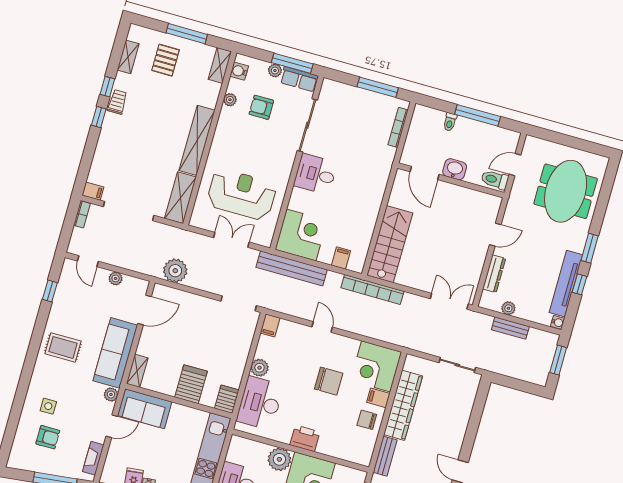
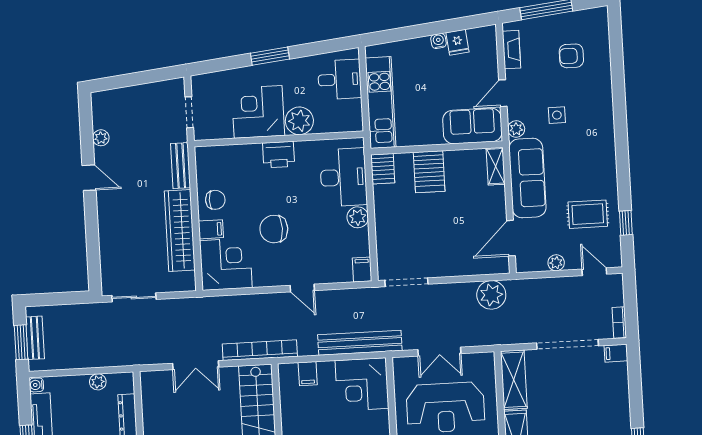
double door: (449, 301) -> (196, 365), moved
bench: (510, 328) -> (35, 338), moved, turned 90
rug: (63, 347) -> (588, 214), moved
side table: (48, 406) -> (557, 115), moved

